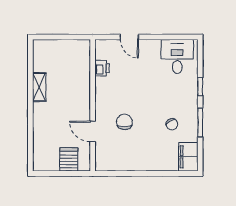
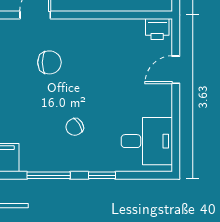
printer: (102, 68) -> (157, 29), moved
chair: (172, 124) -> (75, 127), moved

